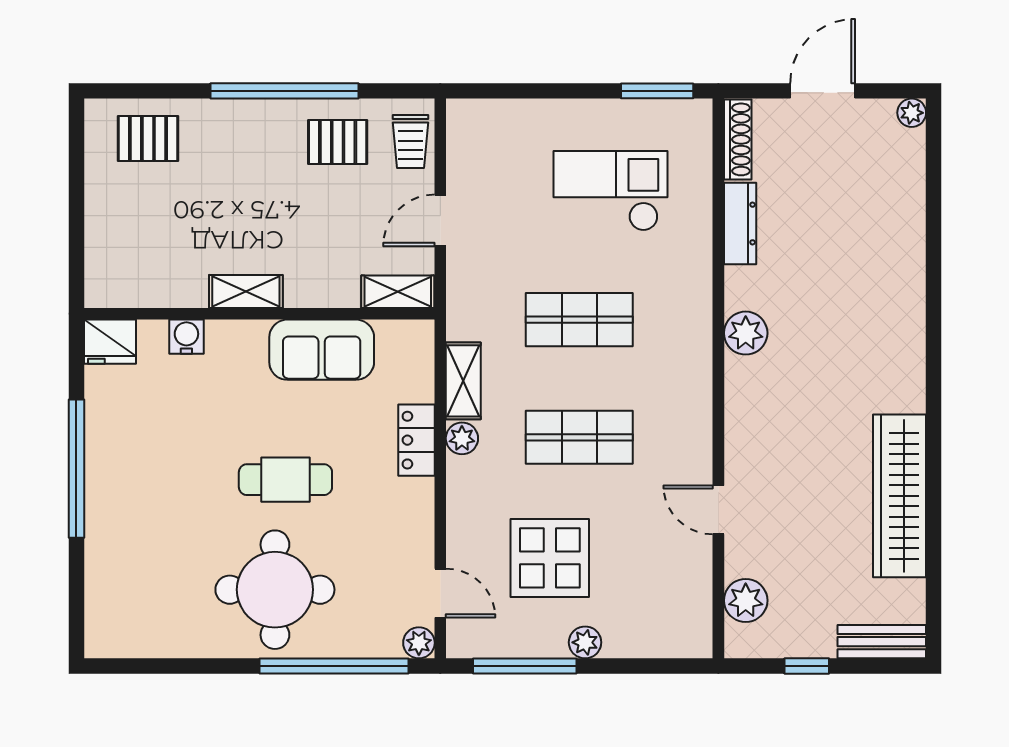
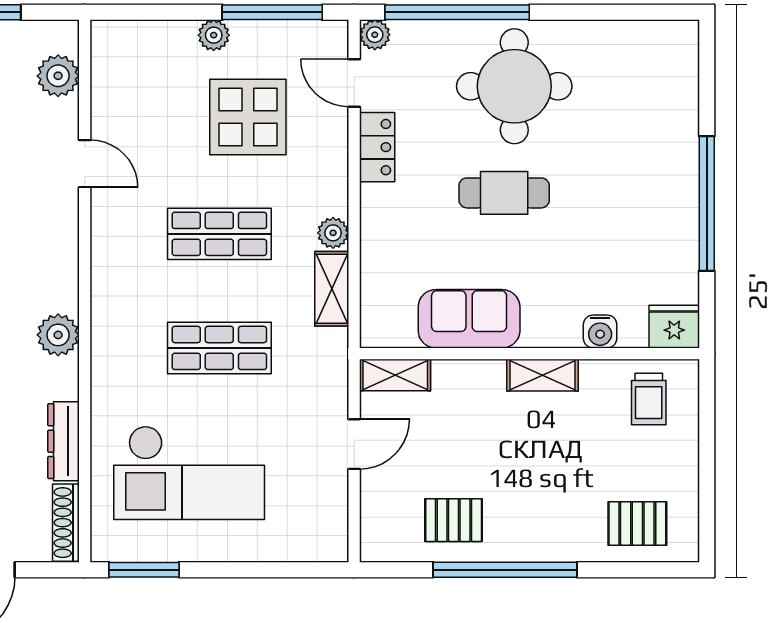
trolley: (410, 142) -> (649, 399), moved, turned 180
checkout: (610, 191) -> (189, 473), width x1.36, depth x1.21
locker: (416, 440) -> (377, 147), moved

